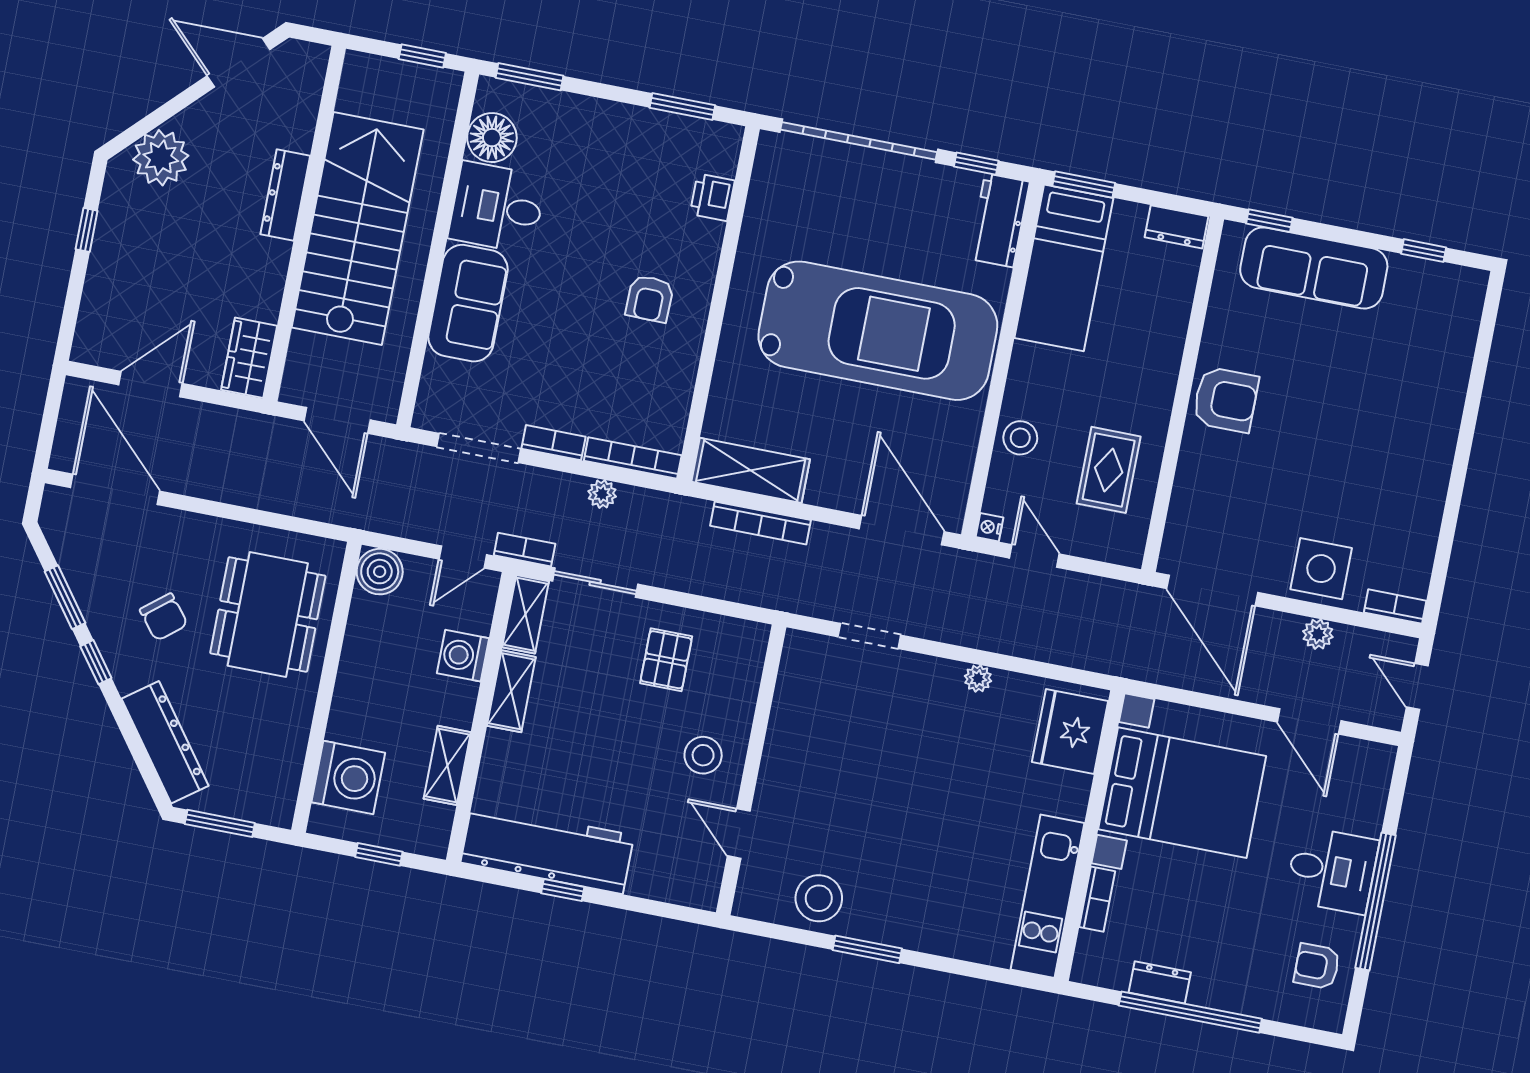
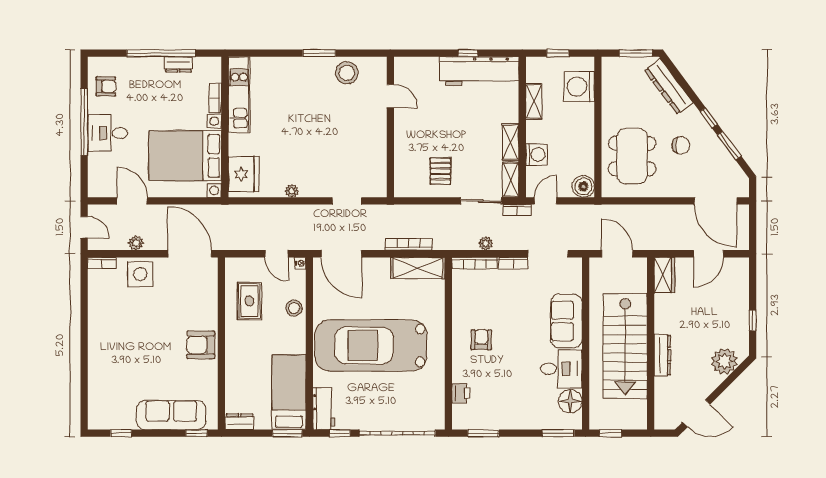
chair: (164, 617) -> (681, 145), turned 129
stool: (703, 755) -> (414, 130), removed

